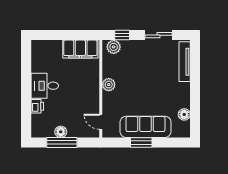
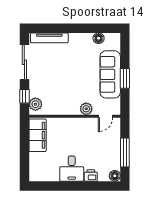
sliding door: (158, 35) -> (24, 62), width x1.37
plant: (109, 85) -> (86, 109), moved
floor lamp: (61, 132) -> (115, 176), moved

